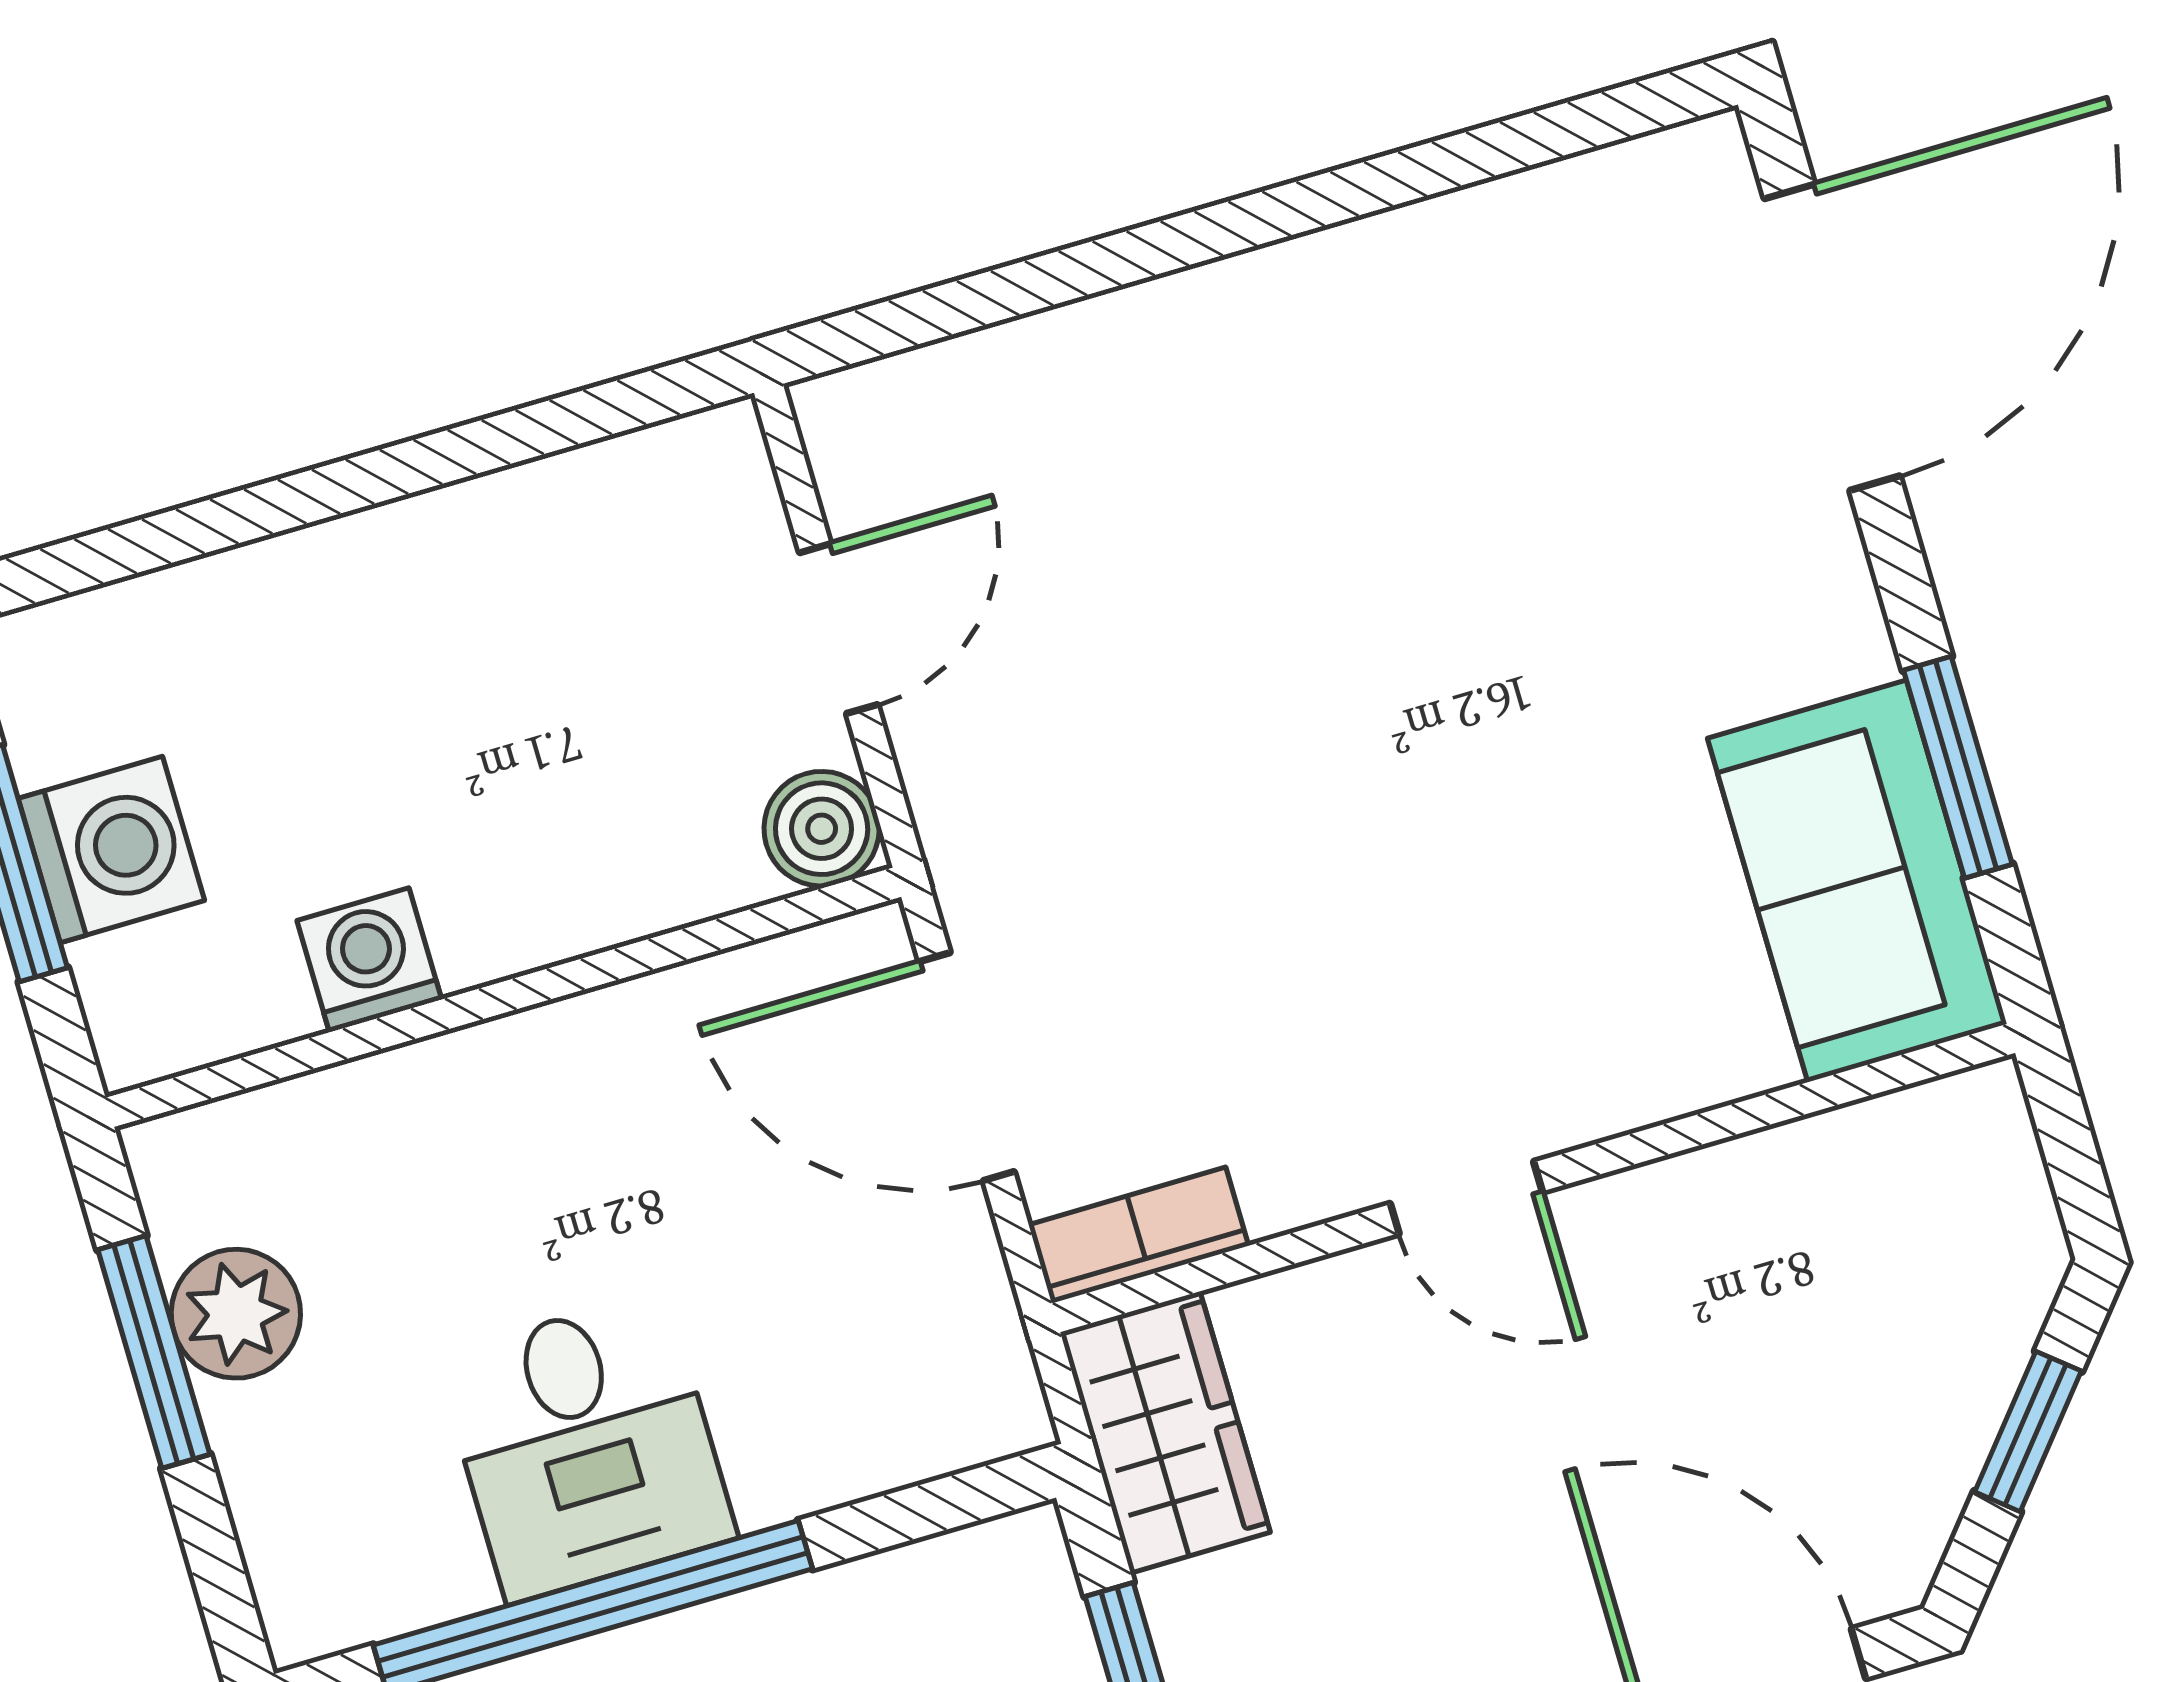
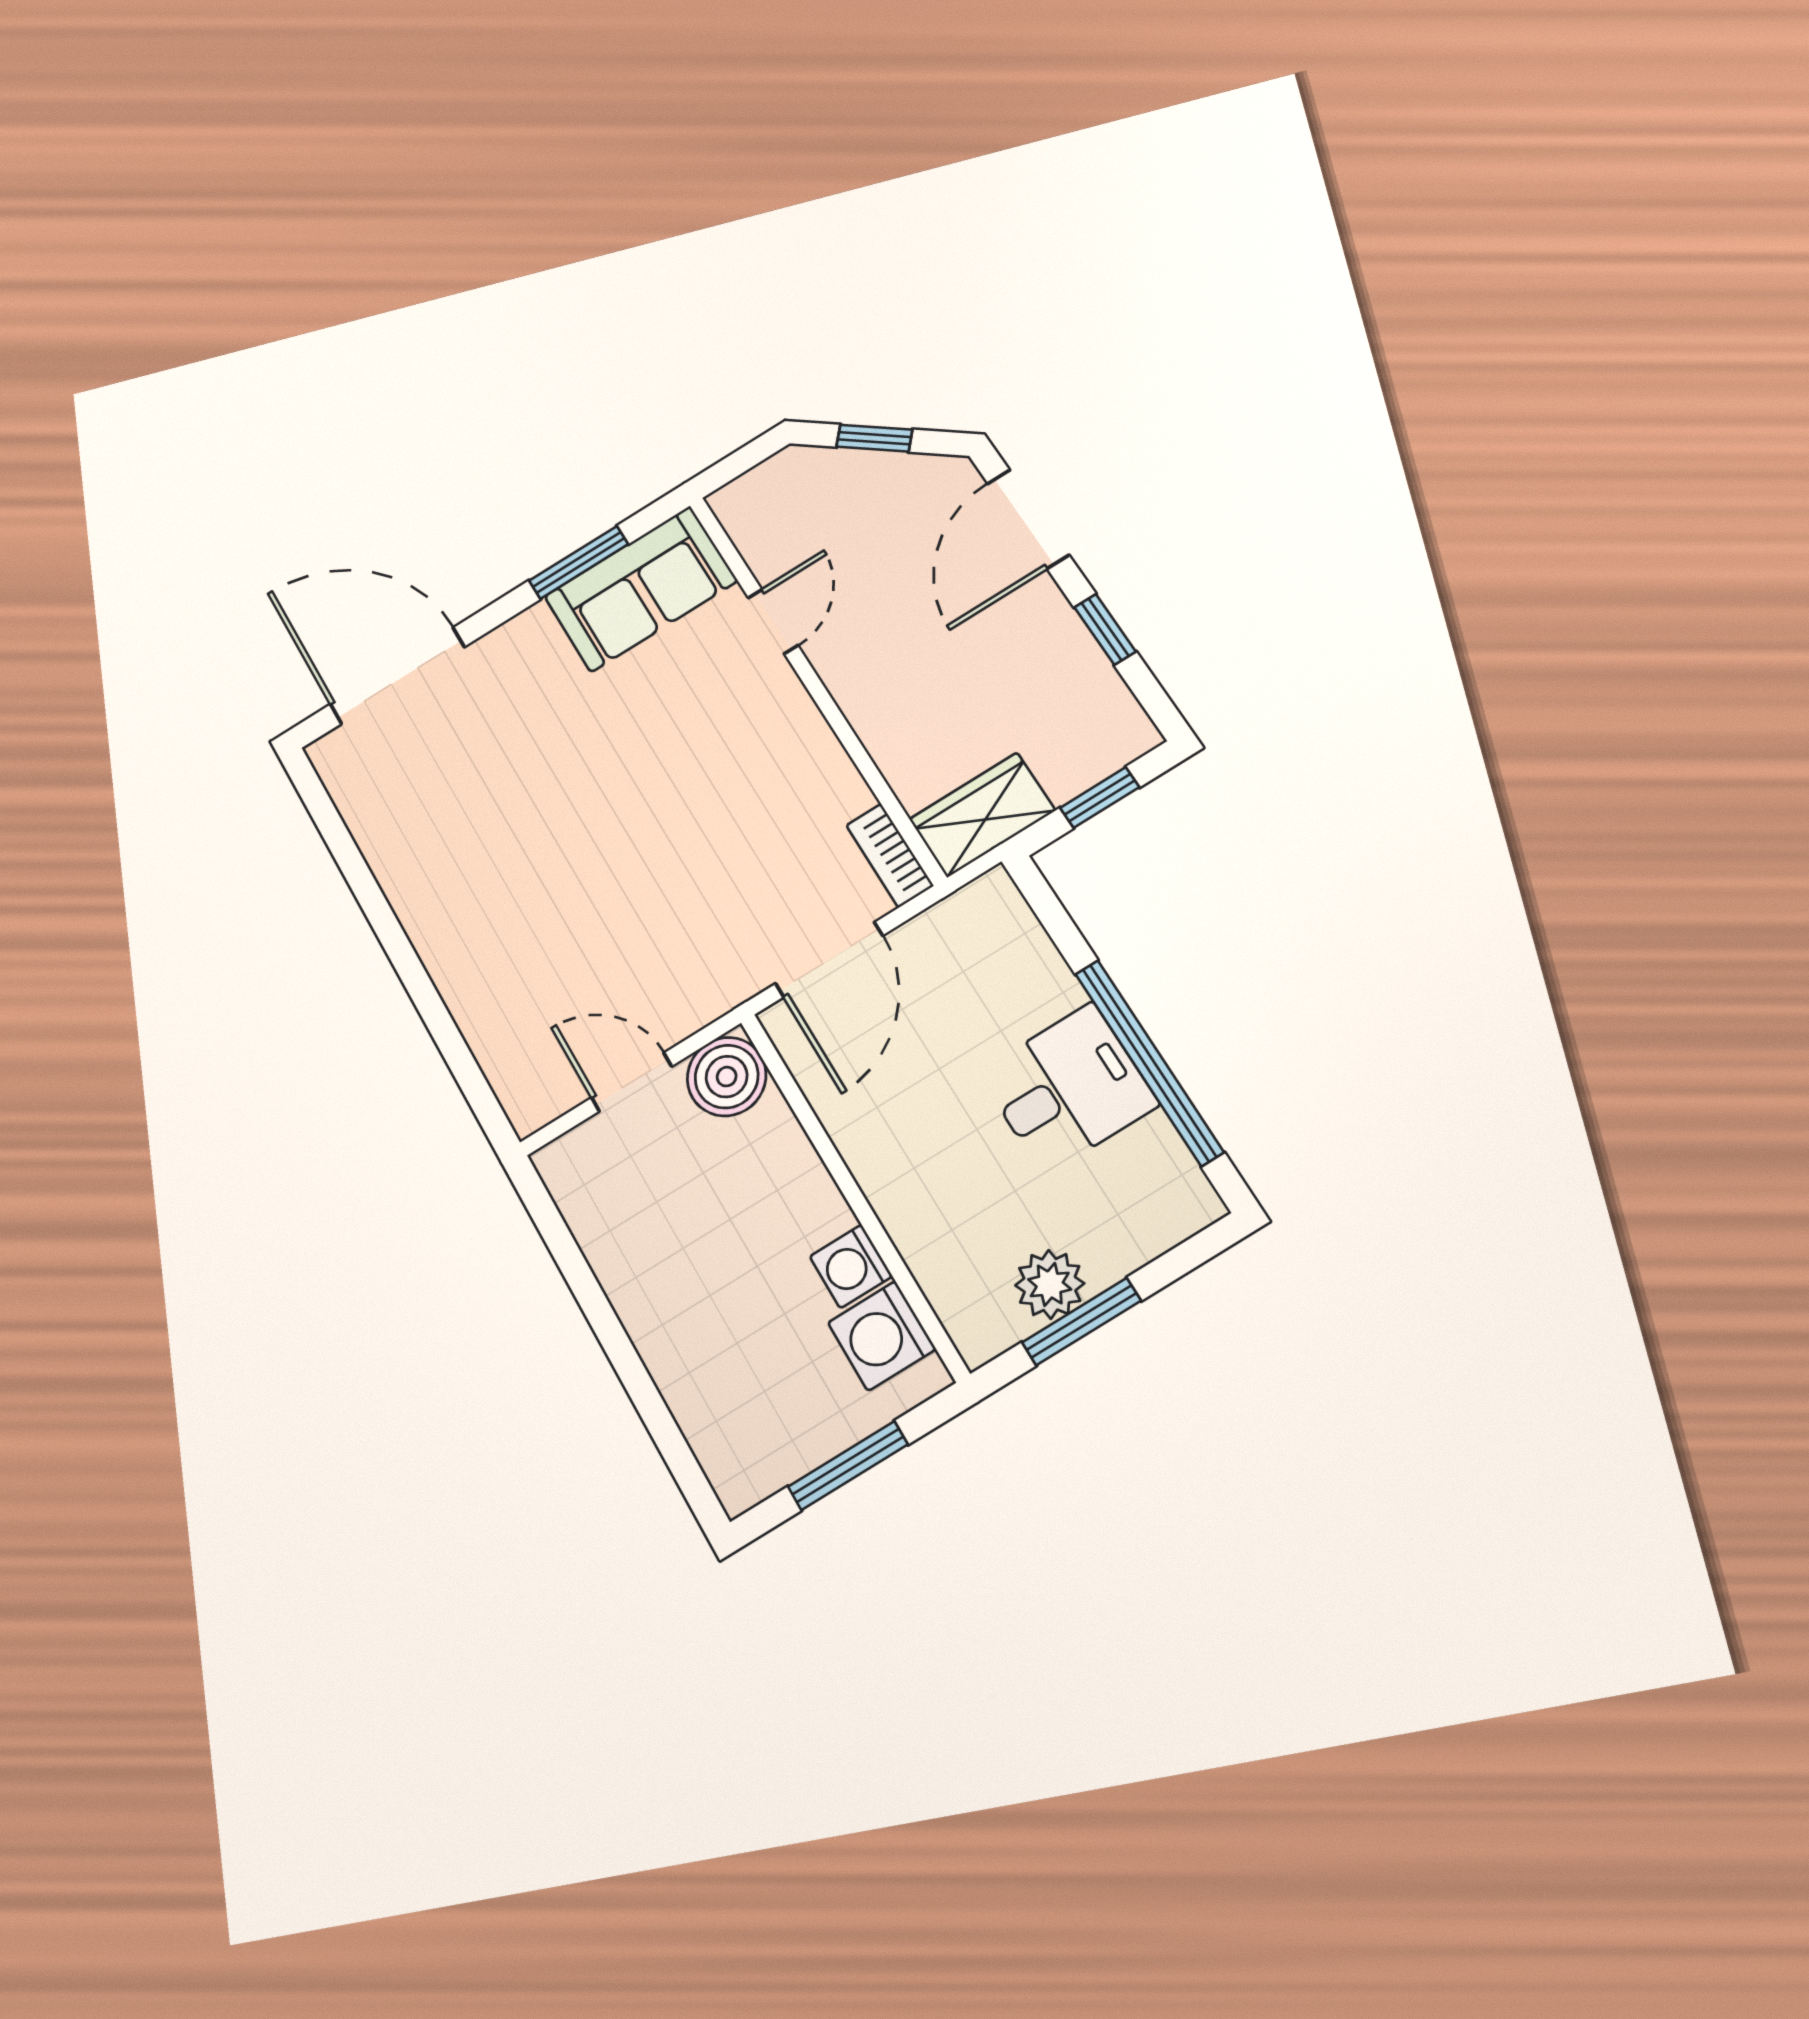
boiler: (822, 829) -> (727, 1077), width x1.36, depth x1.36
washing machine: (111, 850) -> (882, 1336), moved, turned -90
door: (1466, 1198) -> (773, 621), moved

